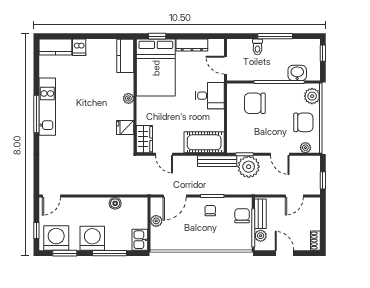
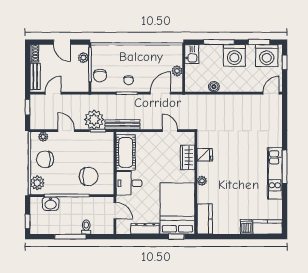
wardrobe: (144, 139) -> (188, 157), moved
cot: (204, 142) -> (126, 152), moved, turned 90
bench: (260, 214) -> (35, 76), moved

